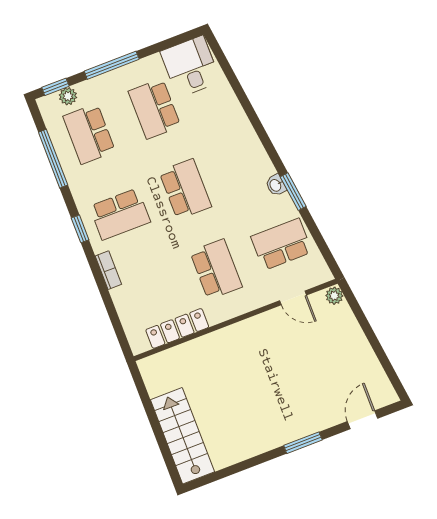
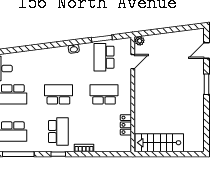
window: (293, 192) -> (102, 39), moved
locker: (177, 328) -> (126, 125), width x0.66
door: (363, 420) -> (206, 50), hinge flipped
stairs: (182, 436) -> (159, 143), moved

